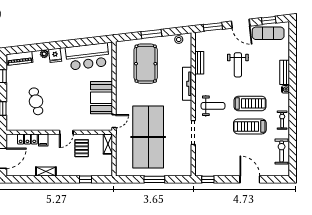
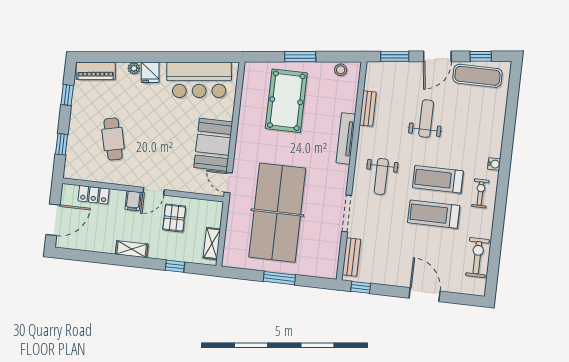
door: (241, 24) -> (437, 56), hinge flipped
weight bench: (238, 65) -> (426, 119), turned 180
bench: (285, 72) -> (351, 257), moved
treadmill: (250, 103) -> (438, 179), turned 180
weight bench: (213, 106) -> (381, 177), turned 90
exercise bike: (282, 120) -> (480, 193), moved
door: (114, 121) -> (228, 183), swing flipped
filing cabinet: (43, 140) -> (133, 201), moved
shelving: (108, 144) -> (212, 244), moved
shelving: (46, 172) -> (132, 249), moved

